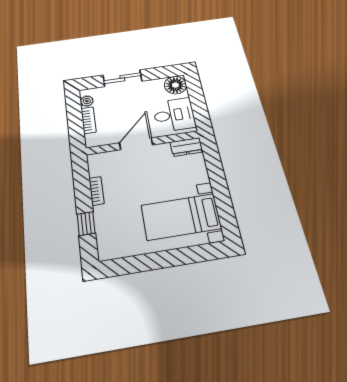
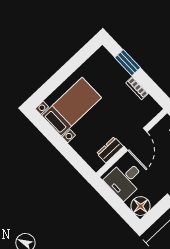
dresser: (186, 147) -> (110, 150), moved
window: (86, 224) -> (128, 63), width x1.50

